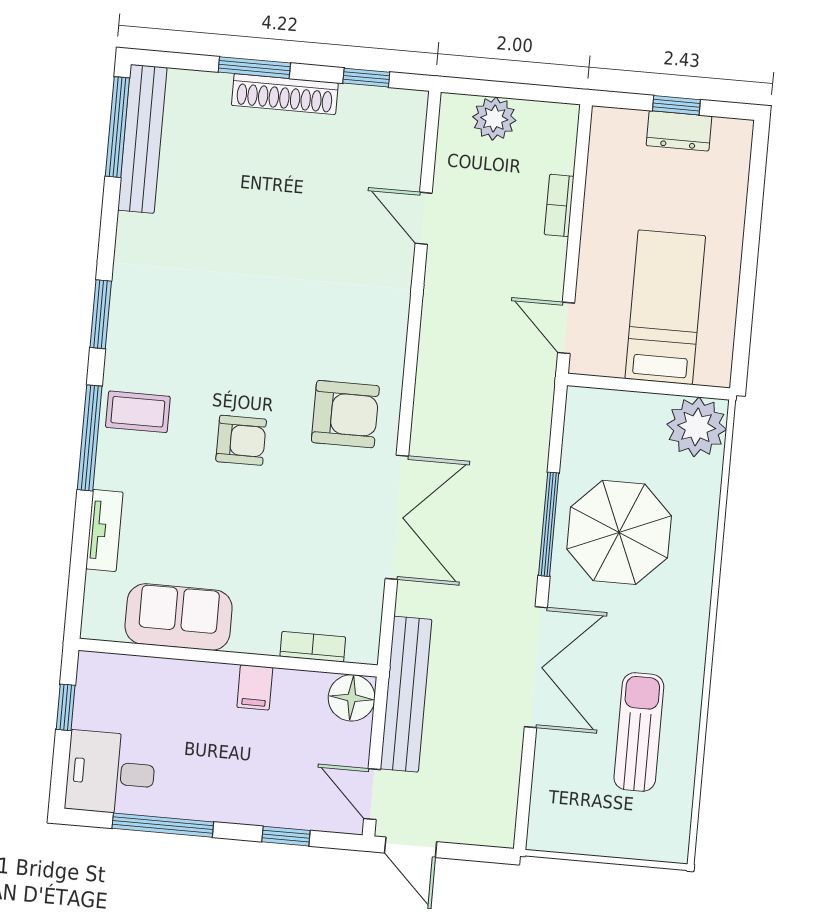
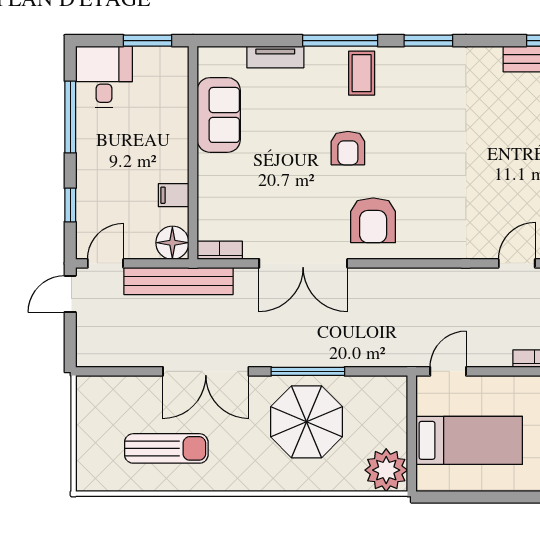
bookcase: (313, 647) -> (220, 250), moved, turned -90
filing cabinet: (255, 687) -> (174, 195), moved
window: (66, 707) -> (148, 41), width x1.50

